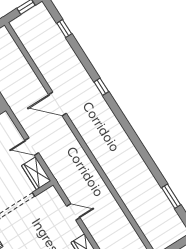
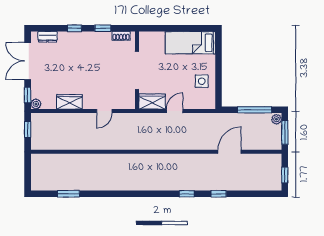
window: (64, 28) -> (219, 194), moved
door: (58, 104) -> (230, 152), moved

